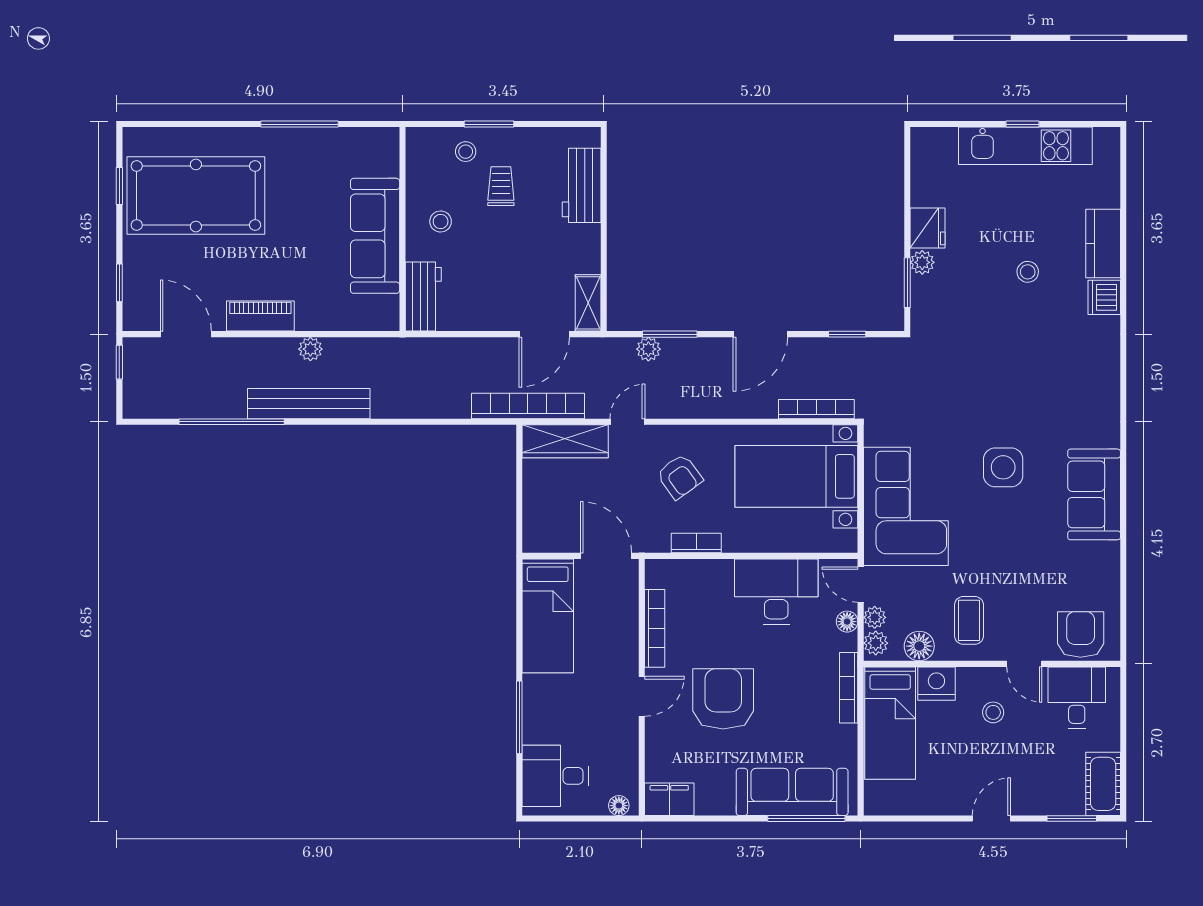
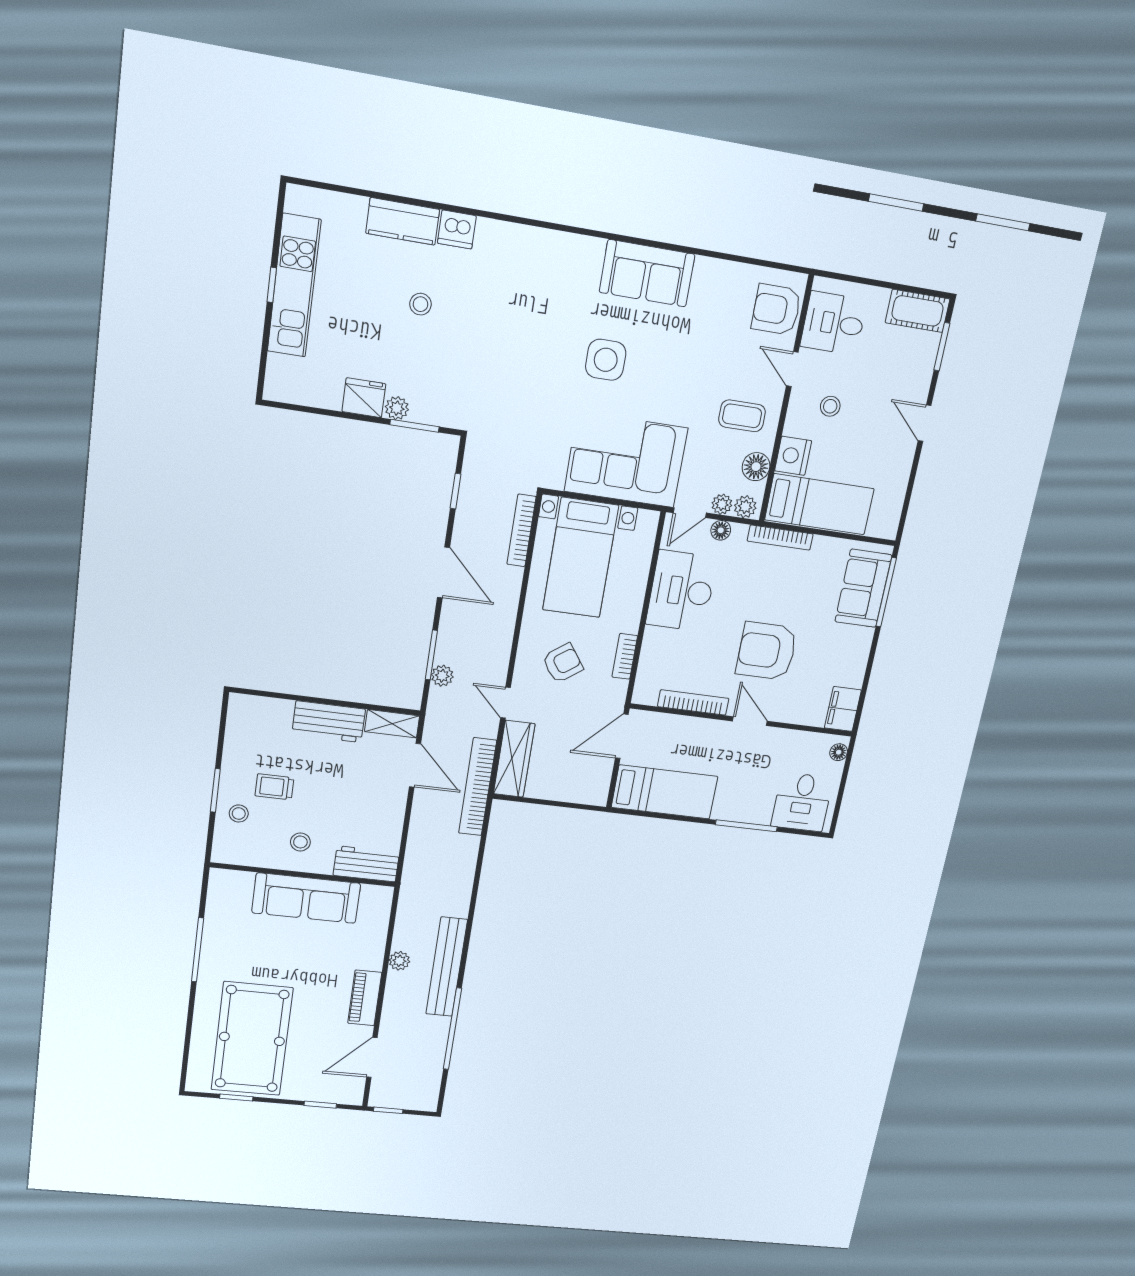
workbench: (582, 185) -> (329, 722), moved
door: (1024, 664) -> (792, 369), swing flipped
sofa: (792, 792) -> (863, 588), width x0.73

